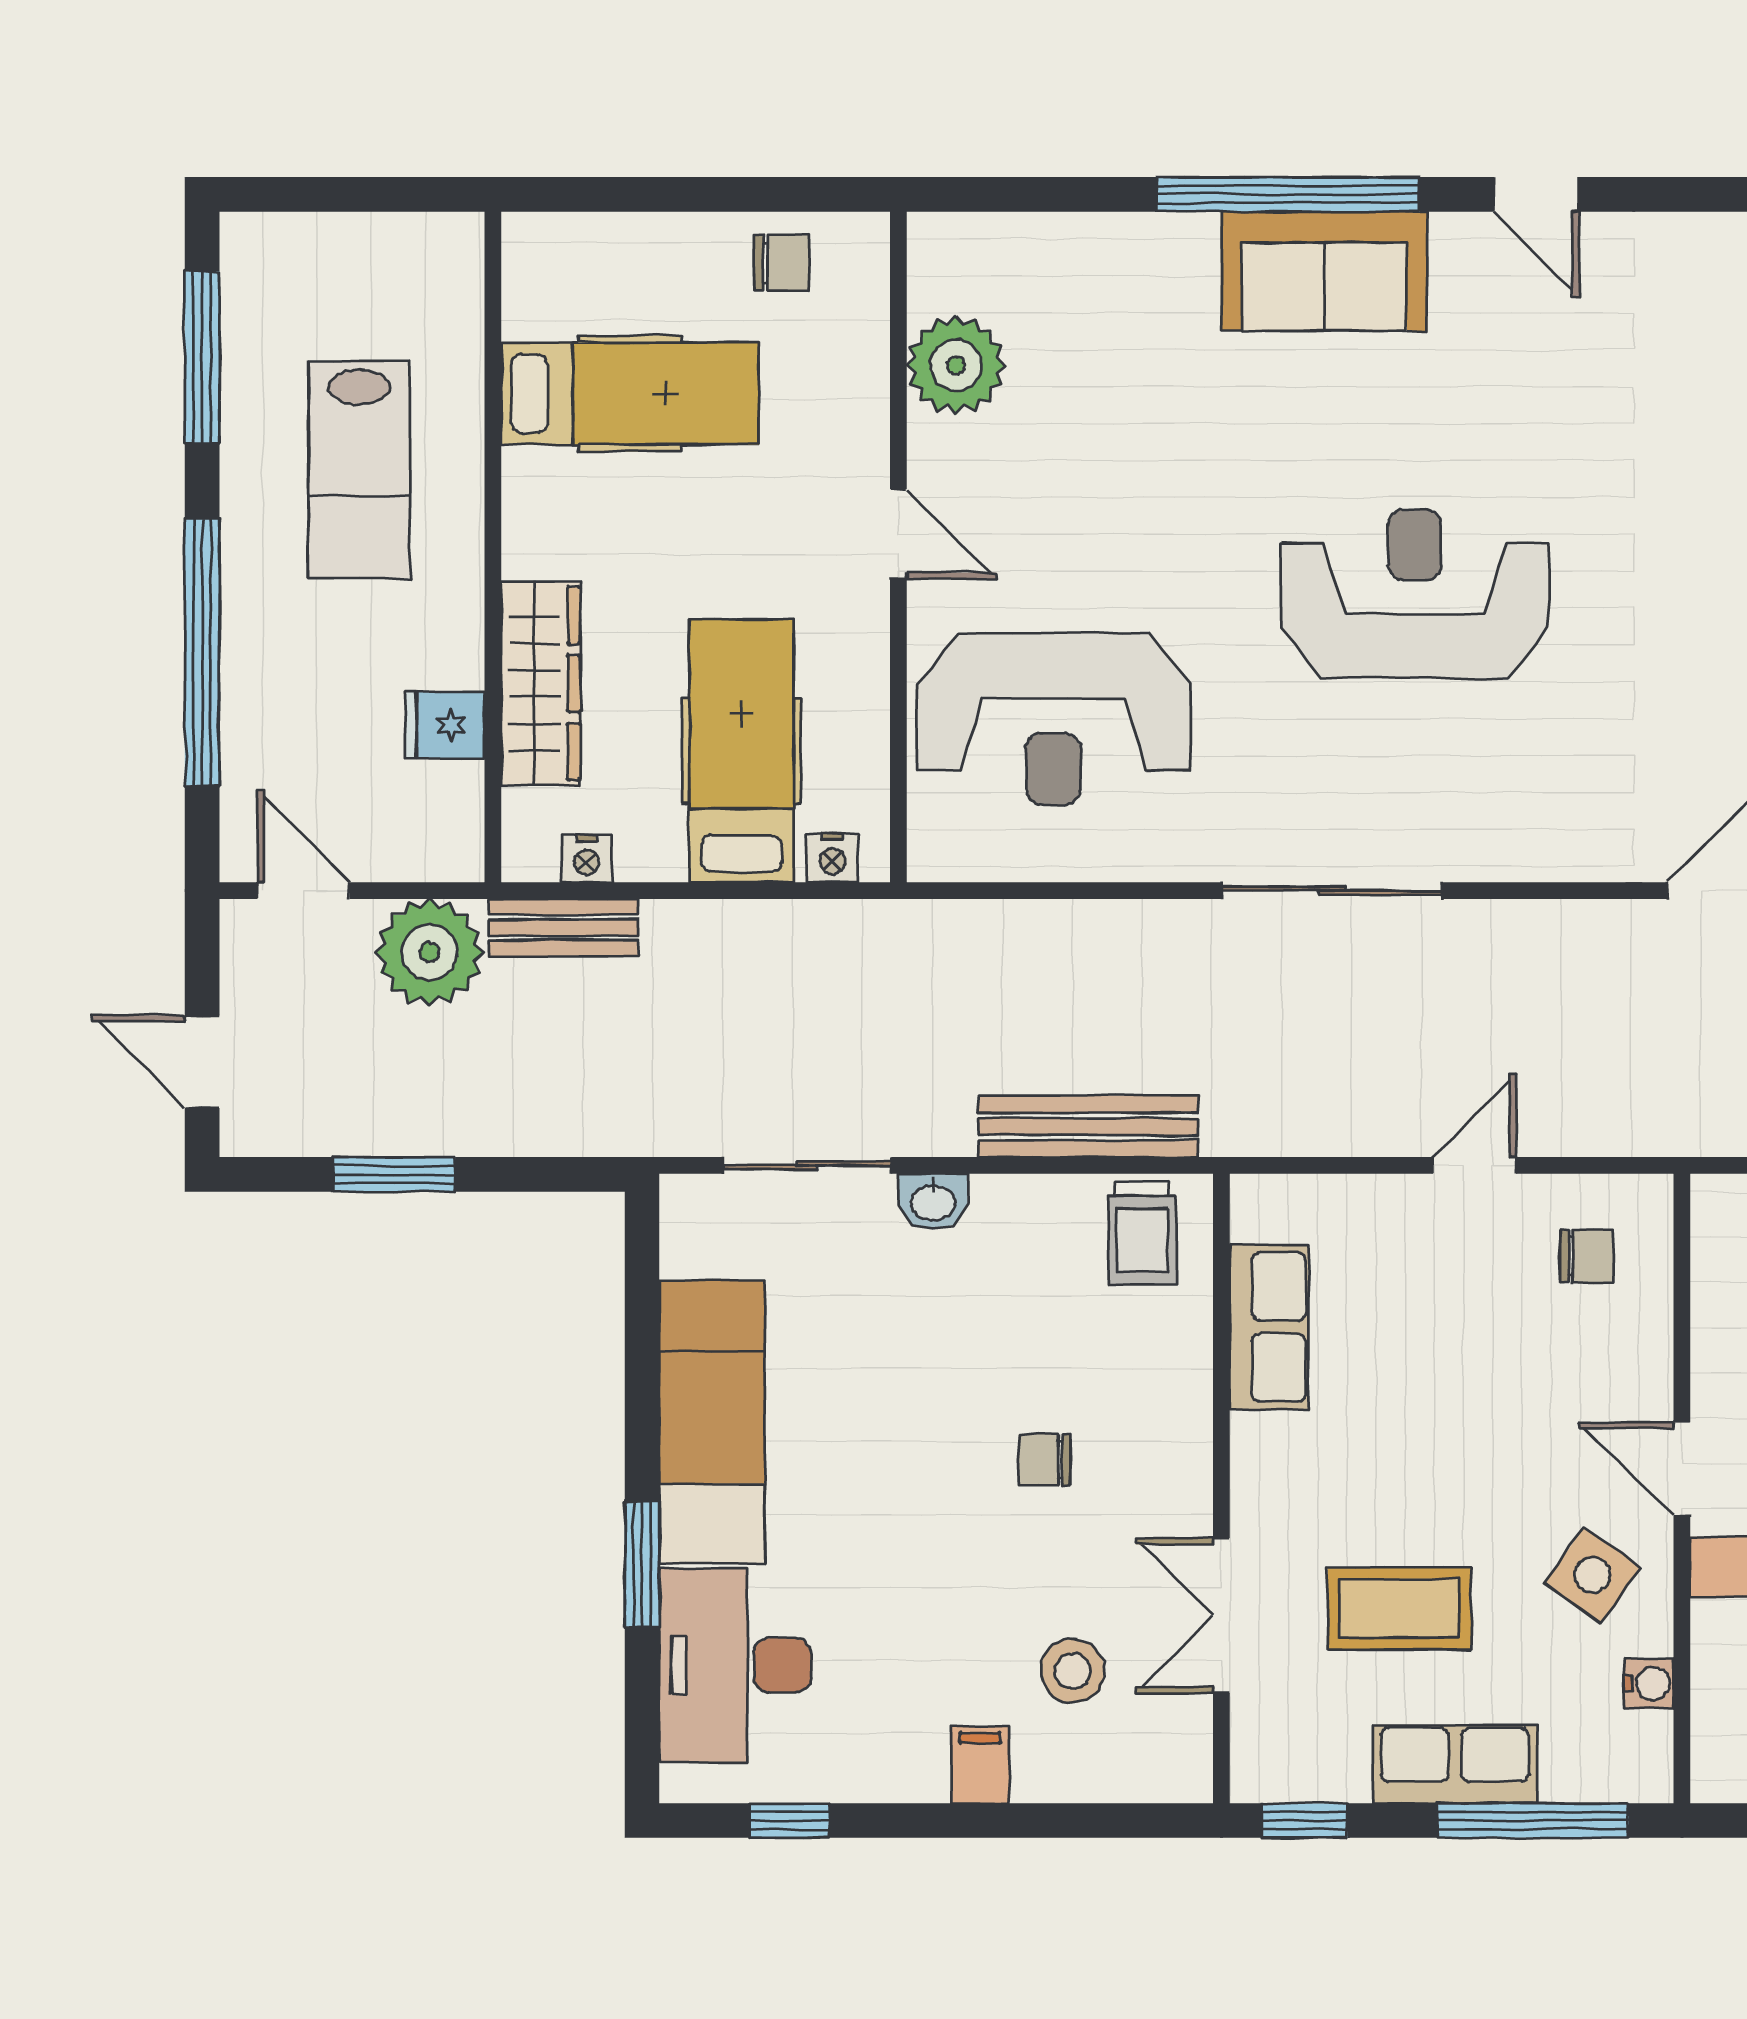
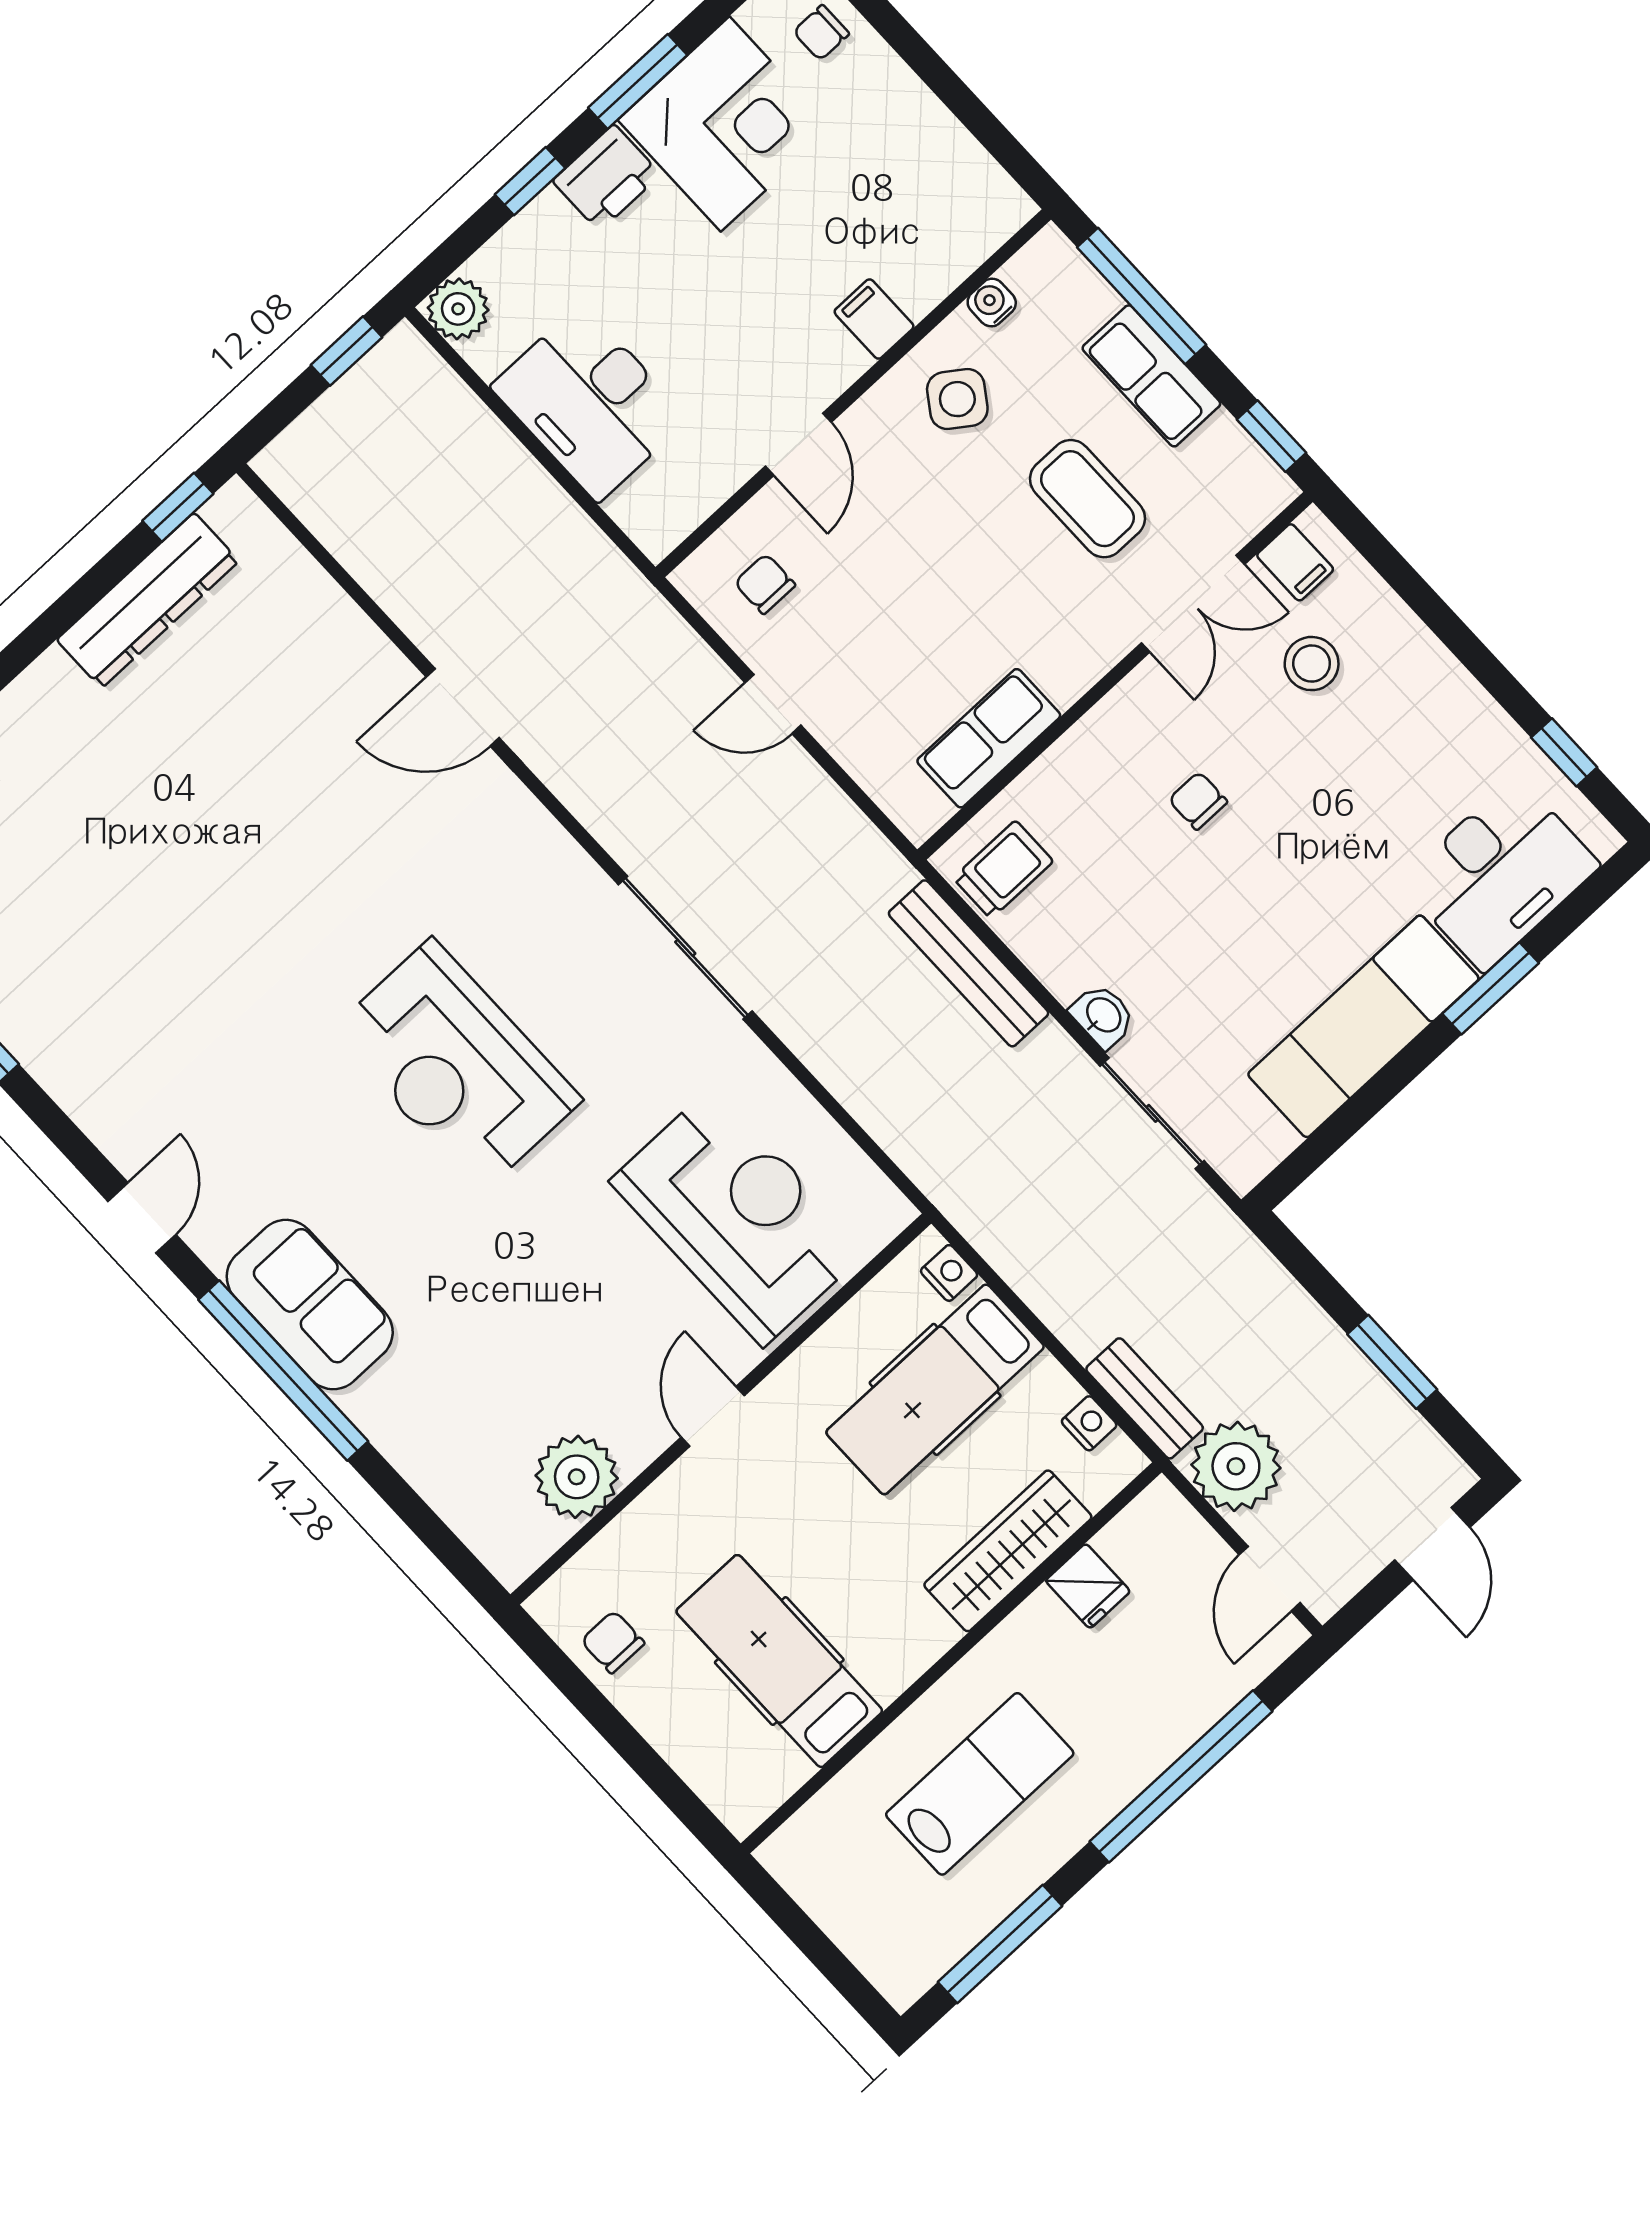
chair: (1045, 1460) -> (1198, 801), turned 180
door: (1682, 1469) -> (798, 444), moved
filing cabinet: (980, 1765) -> (1295, 562), moved, turned -90

